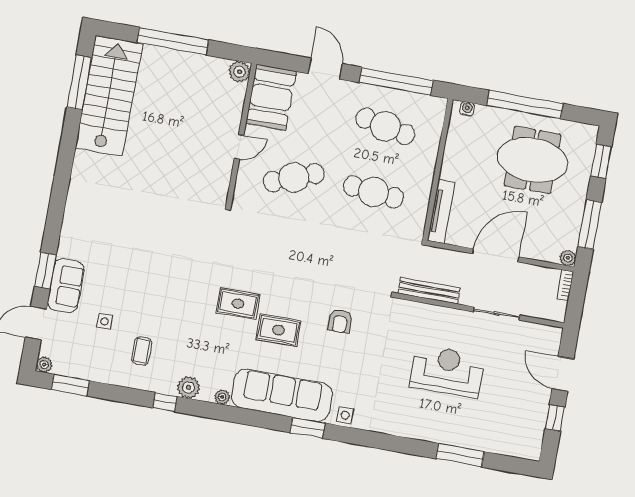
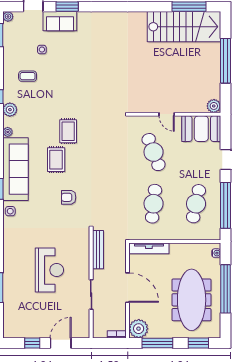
meeting table: (532, 160) -> (192, 300), width x1.36
plant: (568, 258) -> (139, 329), width x1.87, depth x1.87

